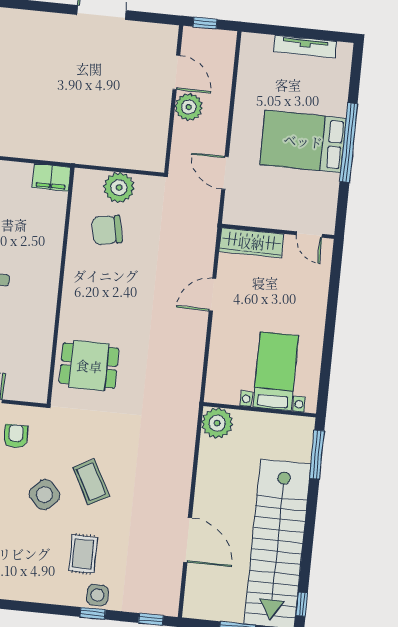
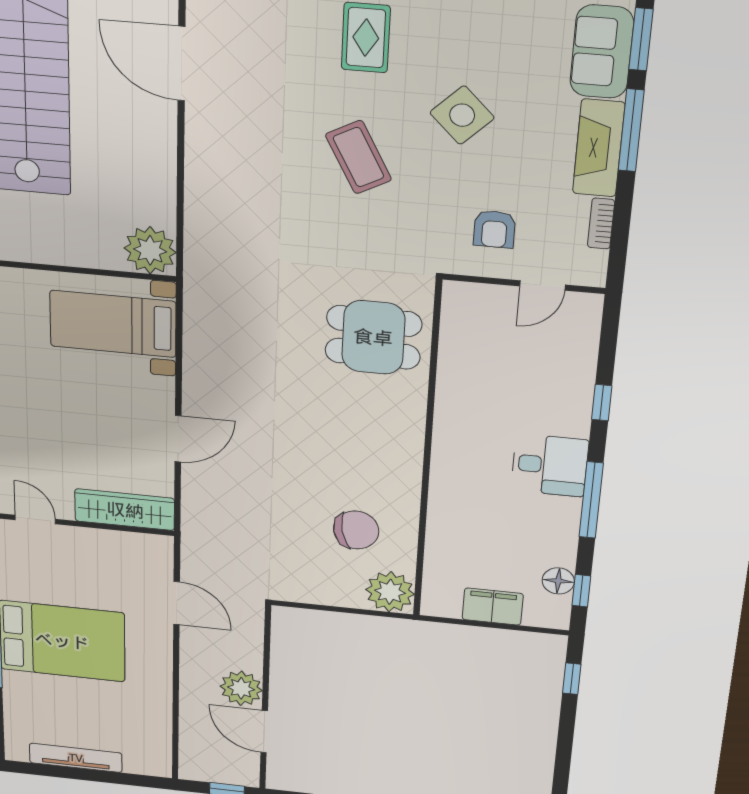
filing cabinet: (51, 177) -> (493, 607), moved
plant: (119, 188) -> (390, 592), moved
bed with nightstands: (276, 371) -> (113, 324), moved, turned 90
side table: (44, 495) -> (462, 115), moved

